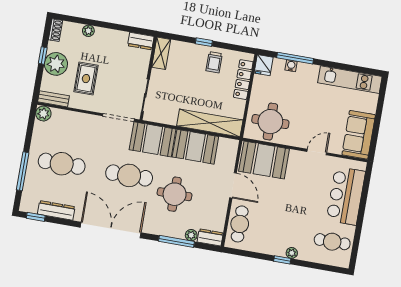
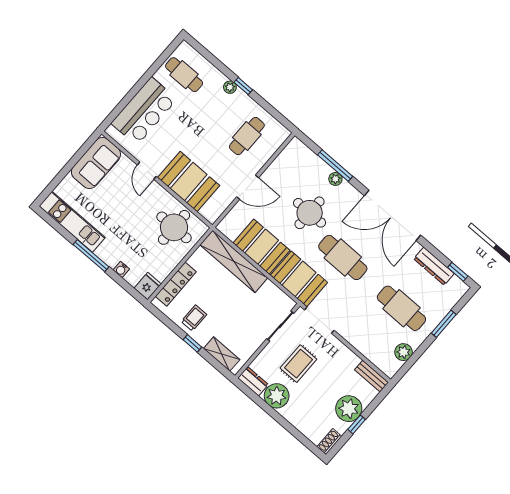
plant: (88, 31) -> (277, 396), moved, width x1.87, depth x1.87
shelving: (161, 53) -> (222, 354), moved, turned 90
window: (295, 58) -> (91, 256), moved
rug: (86, 79) -> (298, 364), moved
plant: (43, 114) -> (403, 352), moved
door: (317, 152) -> (147, 171), hinge flipped
booth: (264, 160) -> (189, 182), moved
window: (23, 171) -> (444, 324), width x0.69
door: (233, 185) -> (248, 187), swing flipped
cafe table: (240, 224) -> (247, 136), moved
plant: (191, 235) -> (335, 179), moved
dresser: (210, 237) -> (300, 150), removed

